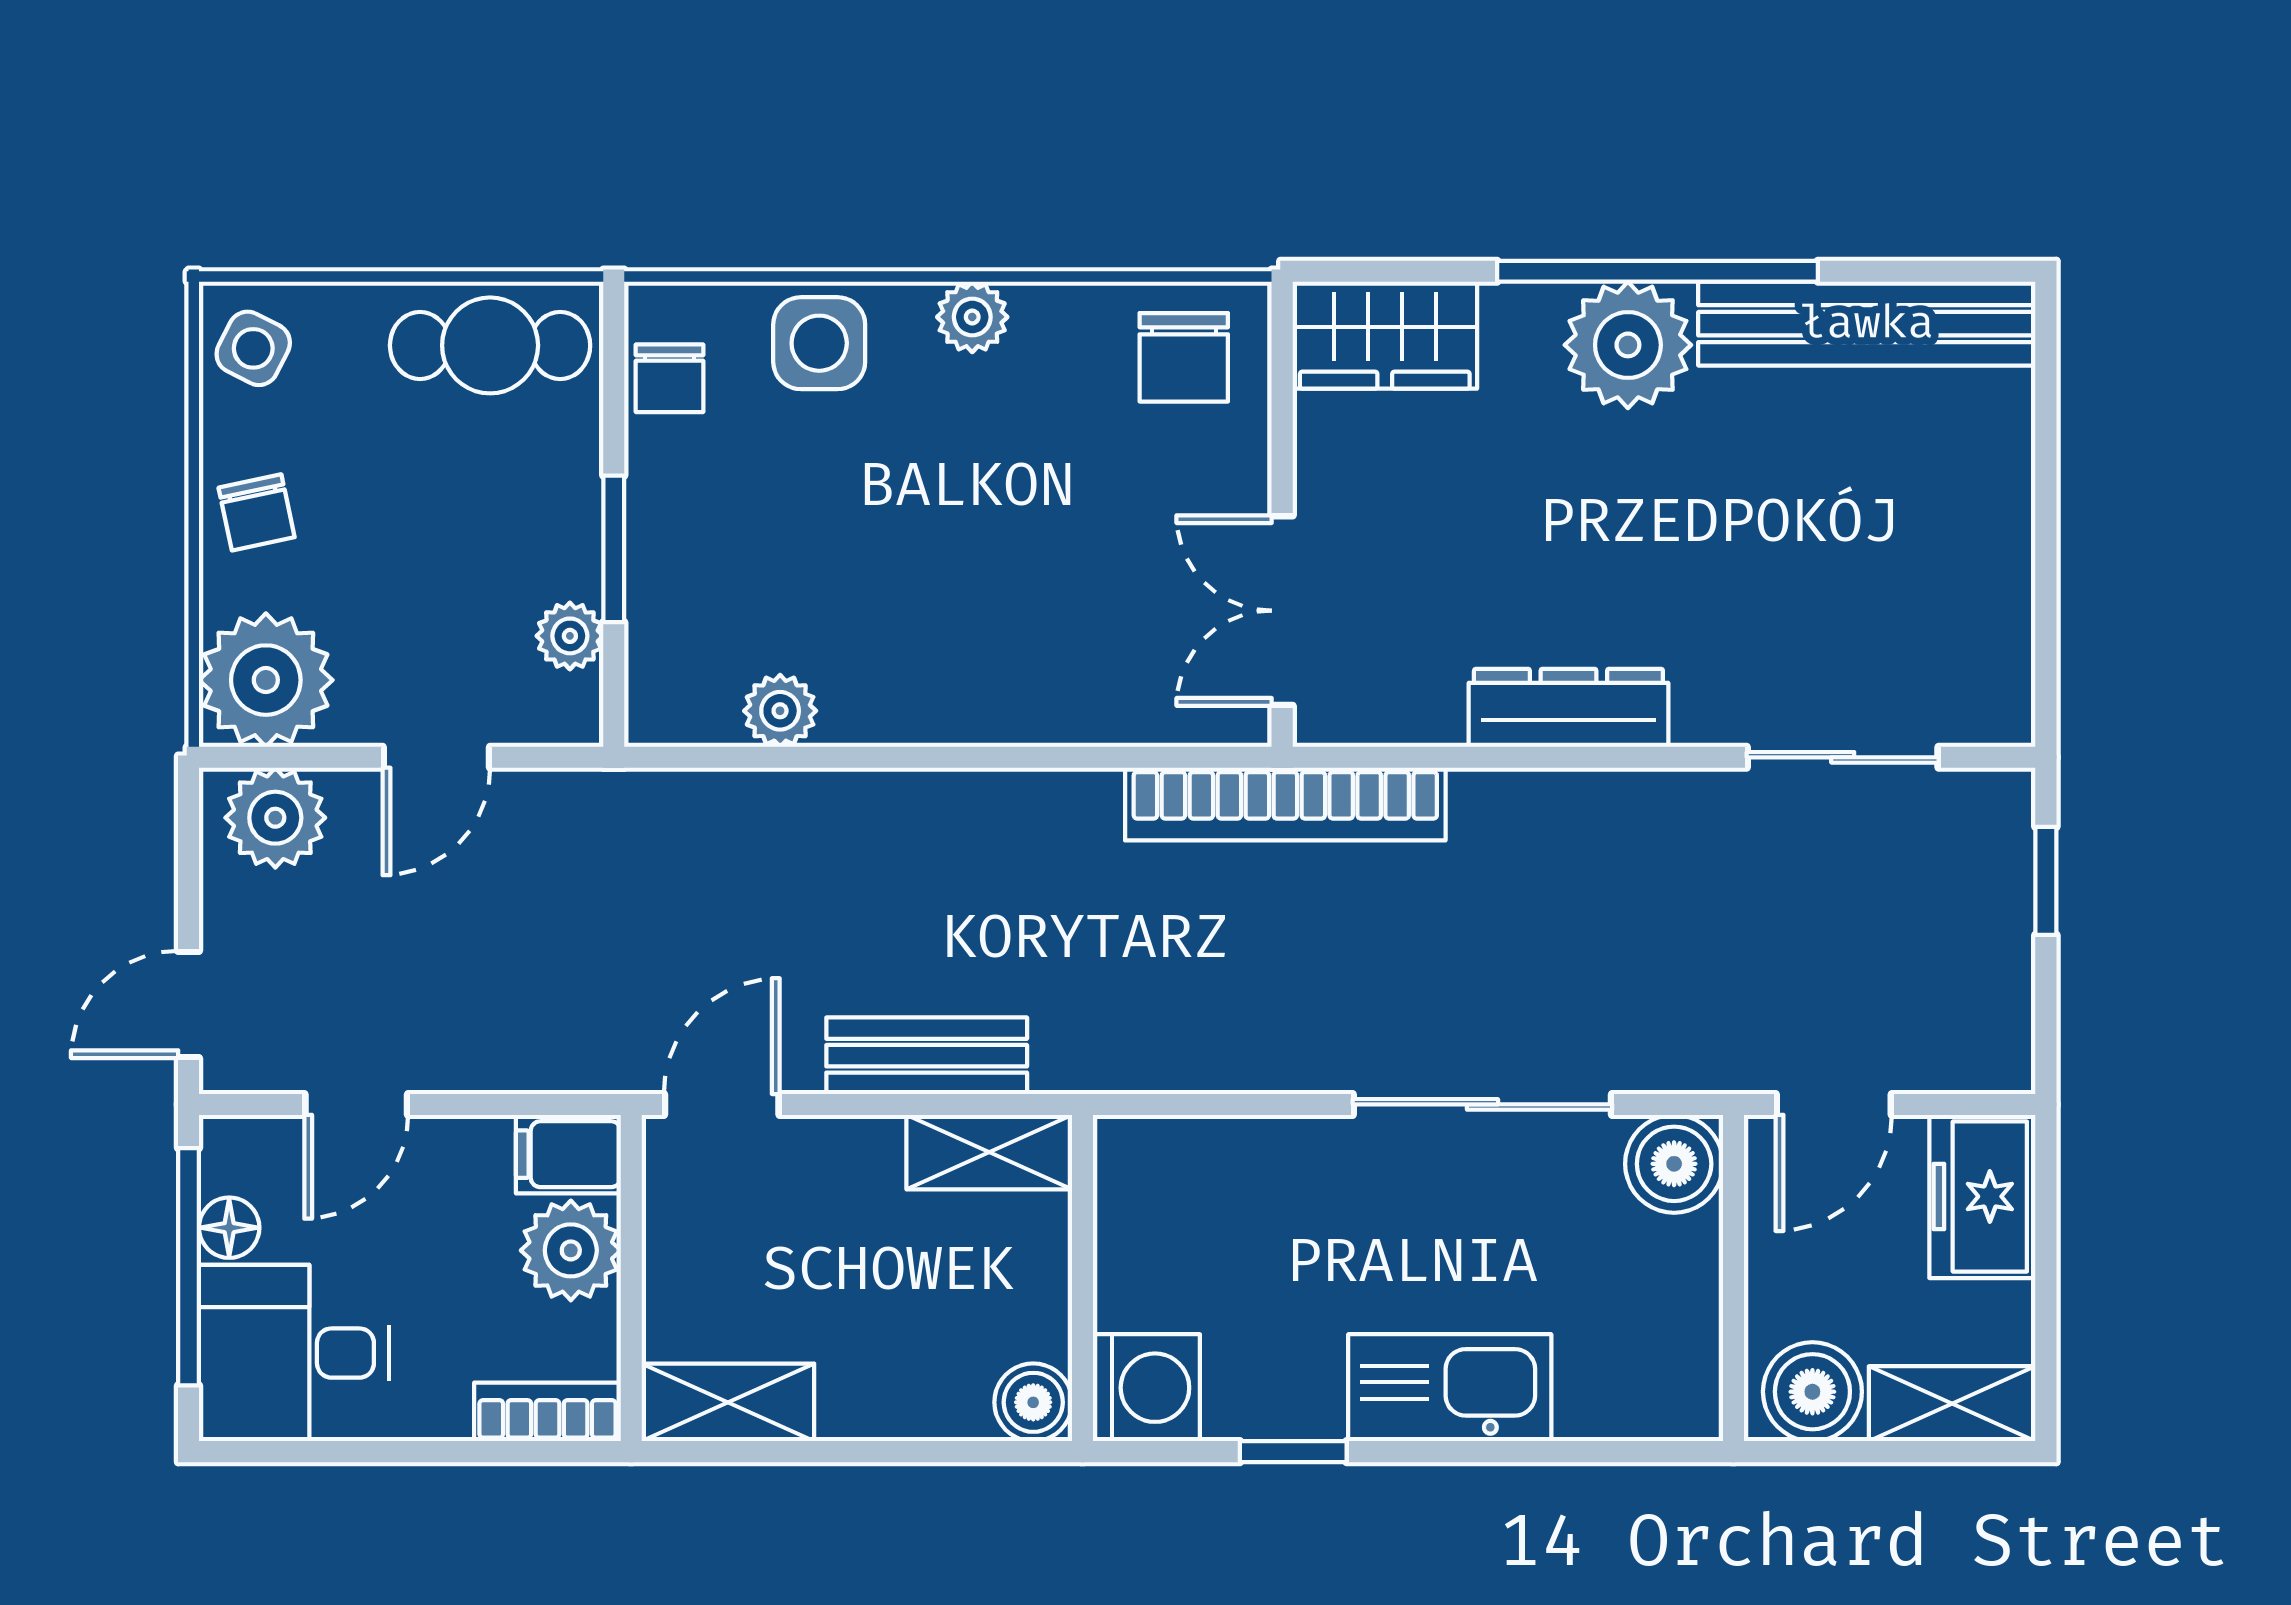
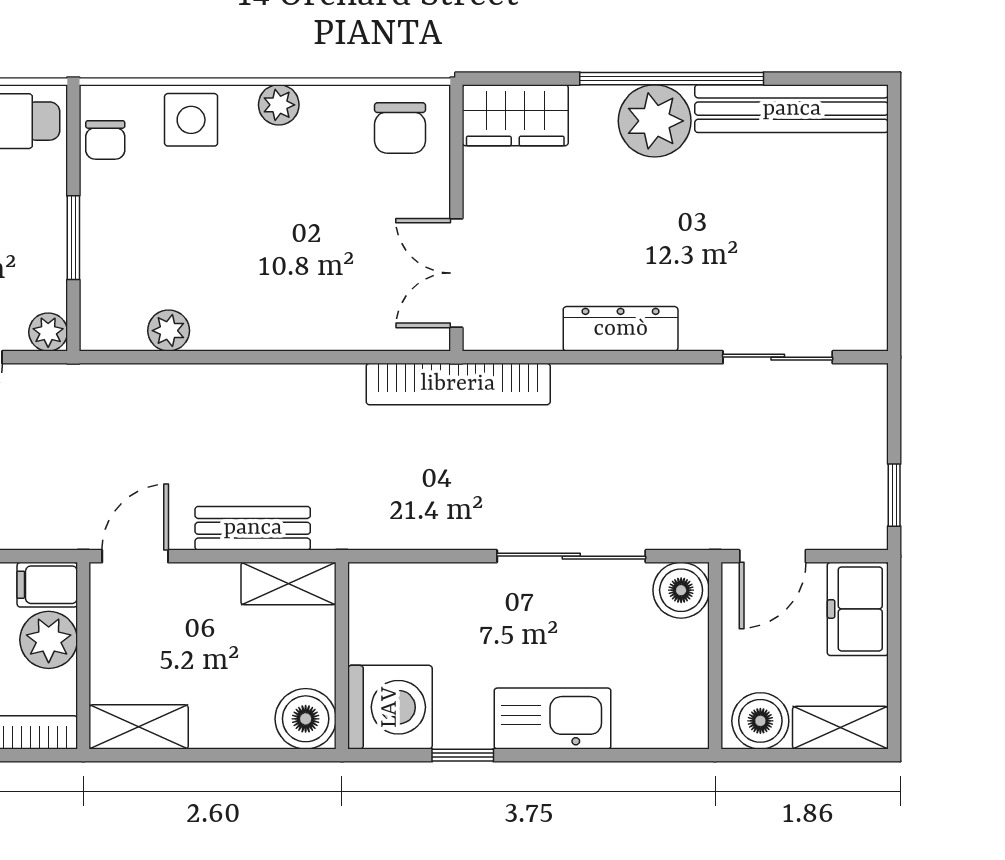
plant: (570, 636) -> (48, 332), moved
window: (2046, 881) -> (894, 495), moved
washing machine: (1146, 1388) -> (390, 707), width x1.37, depth x1.37
boiler: (1033, 1402) -> (306, 719), width x1.36, depth x1.36

